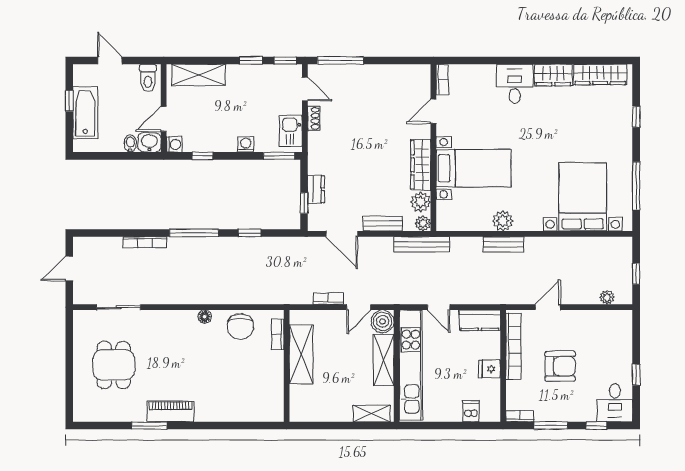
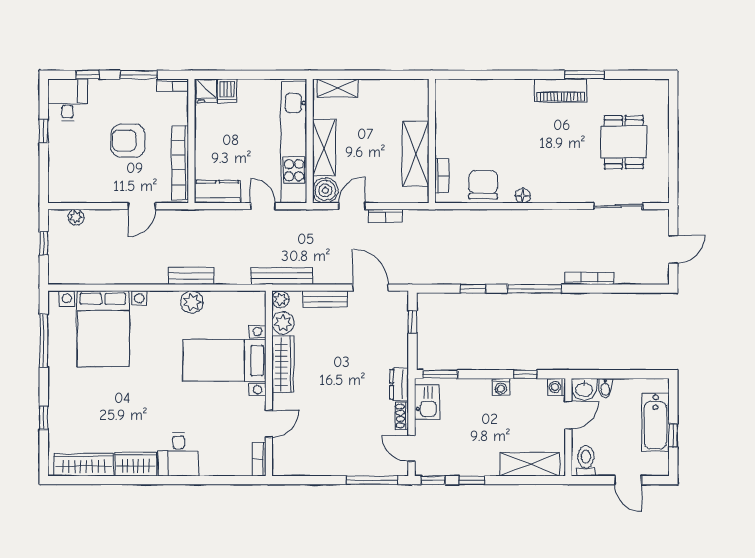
washing machine: (246, 144) -> (501, 387), moved
dresser: (316, 189) -> (399, 384), moved
fridge: (490, 369) -> (206, 91), moved, turned 90

